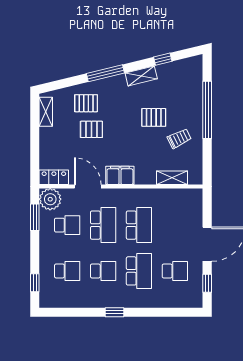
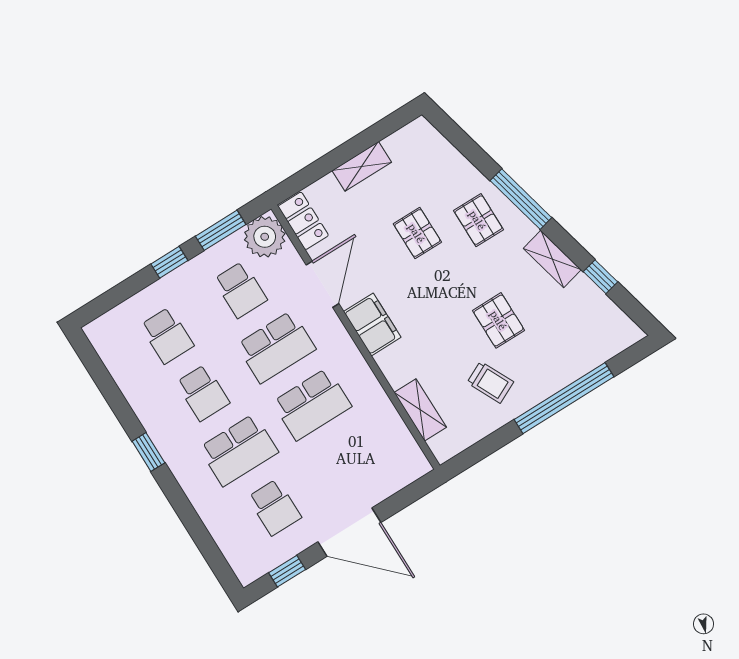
pallet: (86, 103) -> (478, 220), moved
shelving: (46, 112) -> (362, 166), moved
window: (35, 283) -> (169, 262), moved

